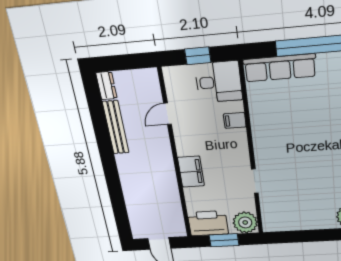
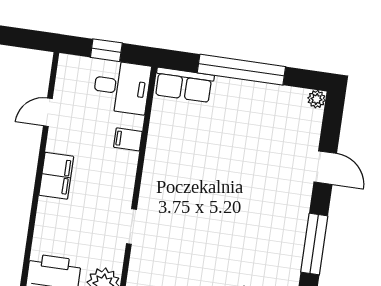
row of seats: (280, 68) -> (184, 85), width x0.68
filing cabinet: (191, 172) -> (56, 176), moved

